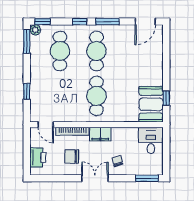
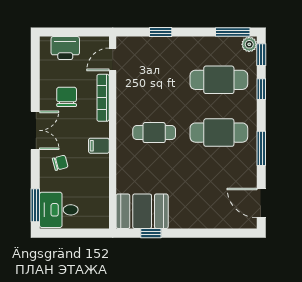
window: (80, 22) -> (261, 89), moved
cafe table: (96, 96) -> (154, 133), width x0.73, depth x0.74
filing cabinet: (100, 134) -> (99, 146), width x0.50
desk: (151, 140) -> (59, 210), moved, turned 180

